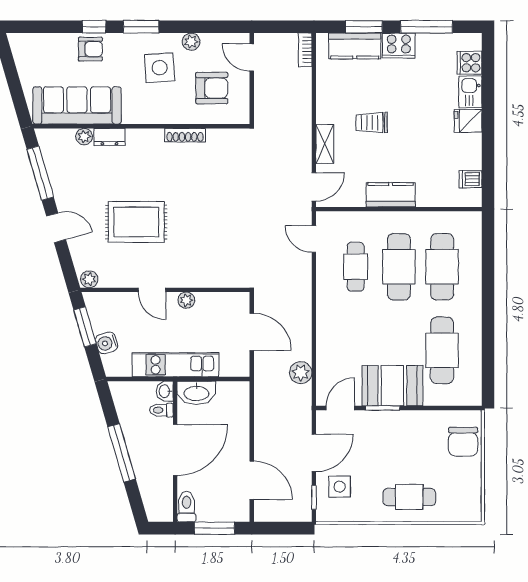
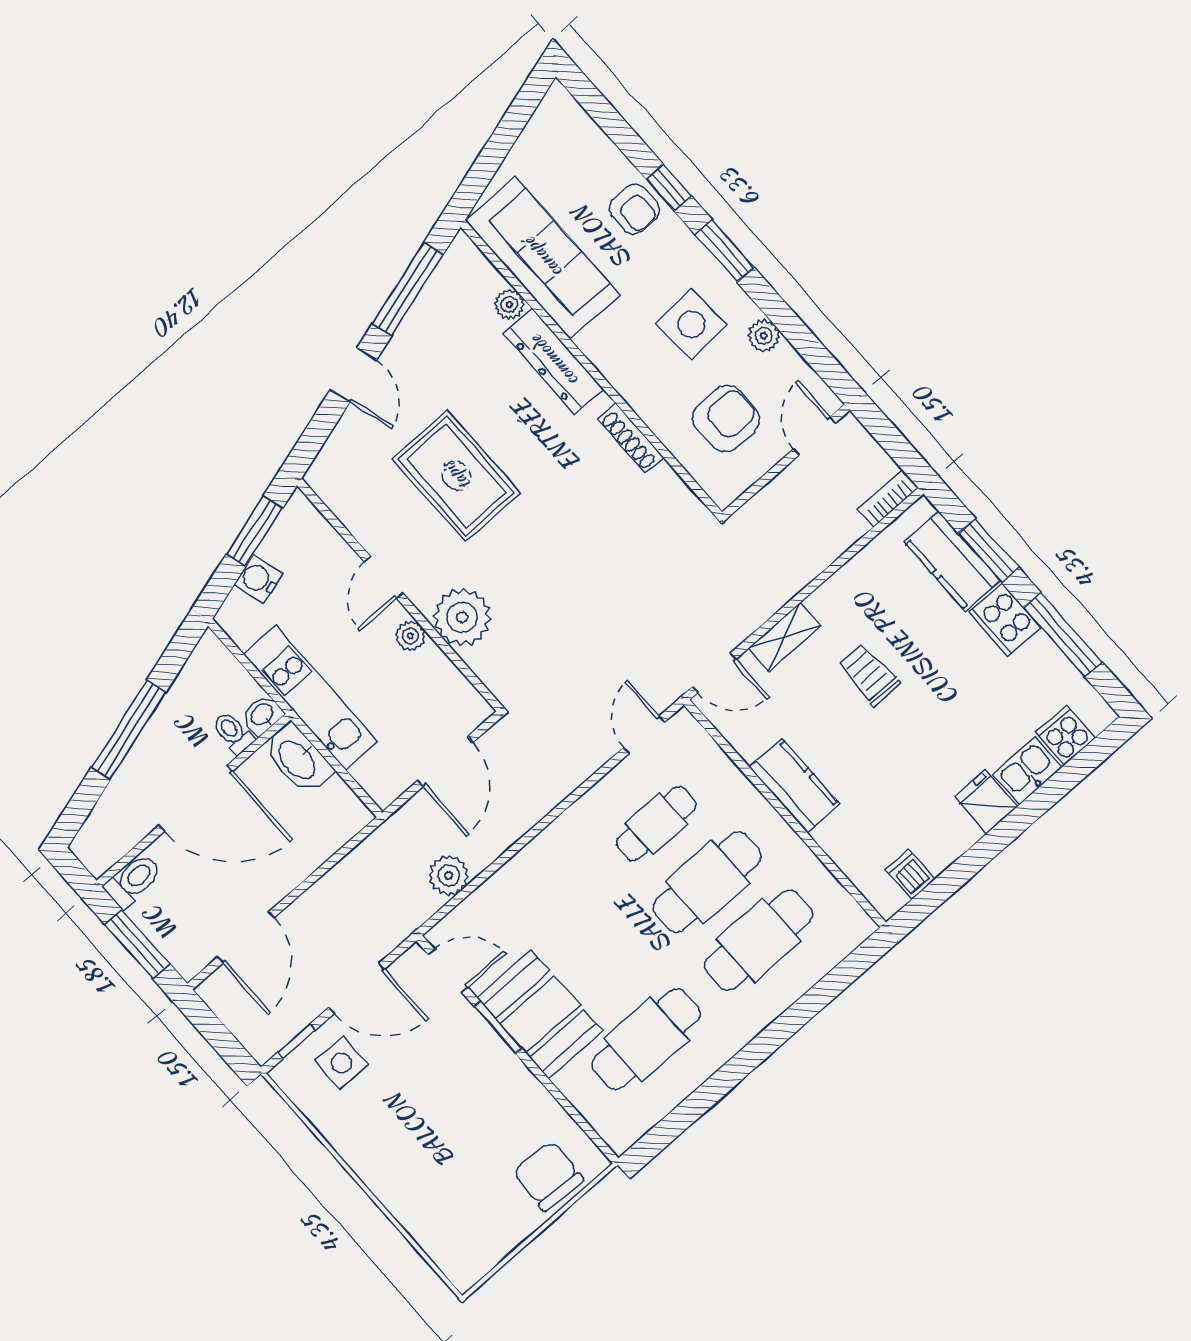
armchair: (212, 88) -> (726, 419), turned -90
dresser: (109, 137) -> (554, 361), width x1.96, depth x1.24
plant: (89, 279) -> (462, 617), moved, width x1.87, depth x1.87
chair: (463, 442) -> (548, 1176), turned 93
cafe table: (409, 497) -> (410, 1169), removed

